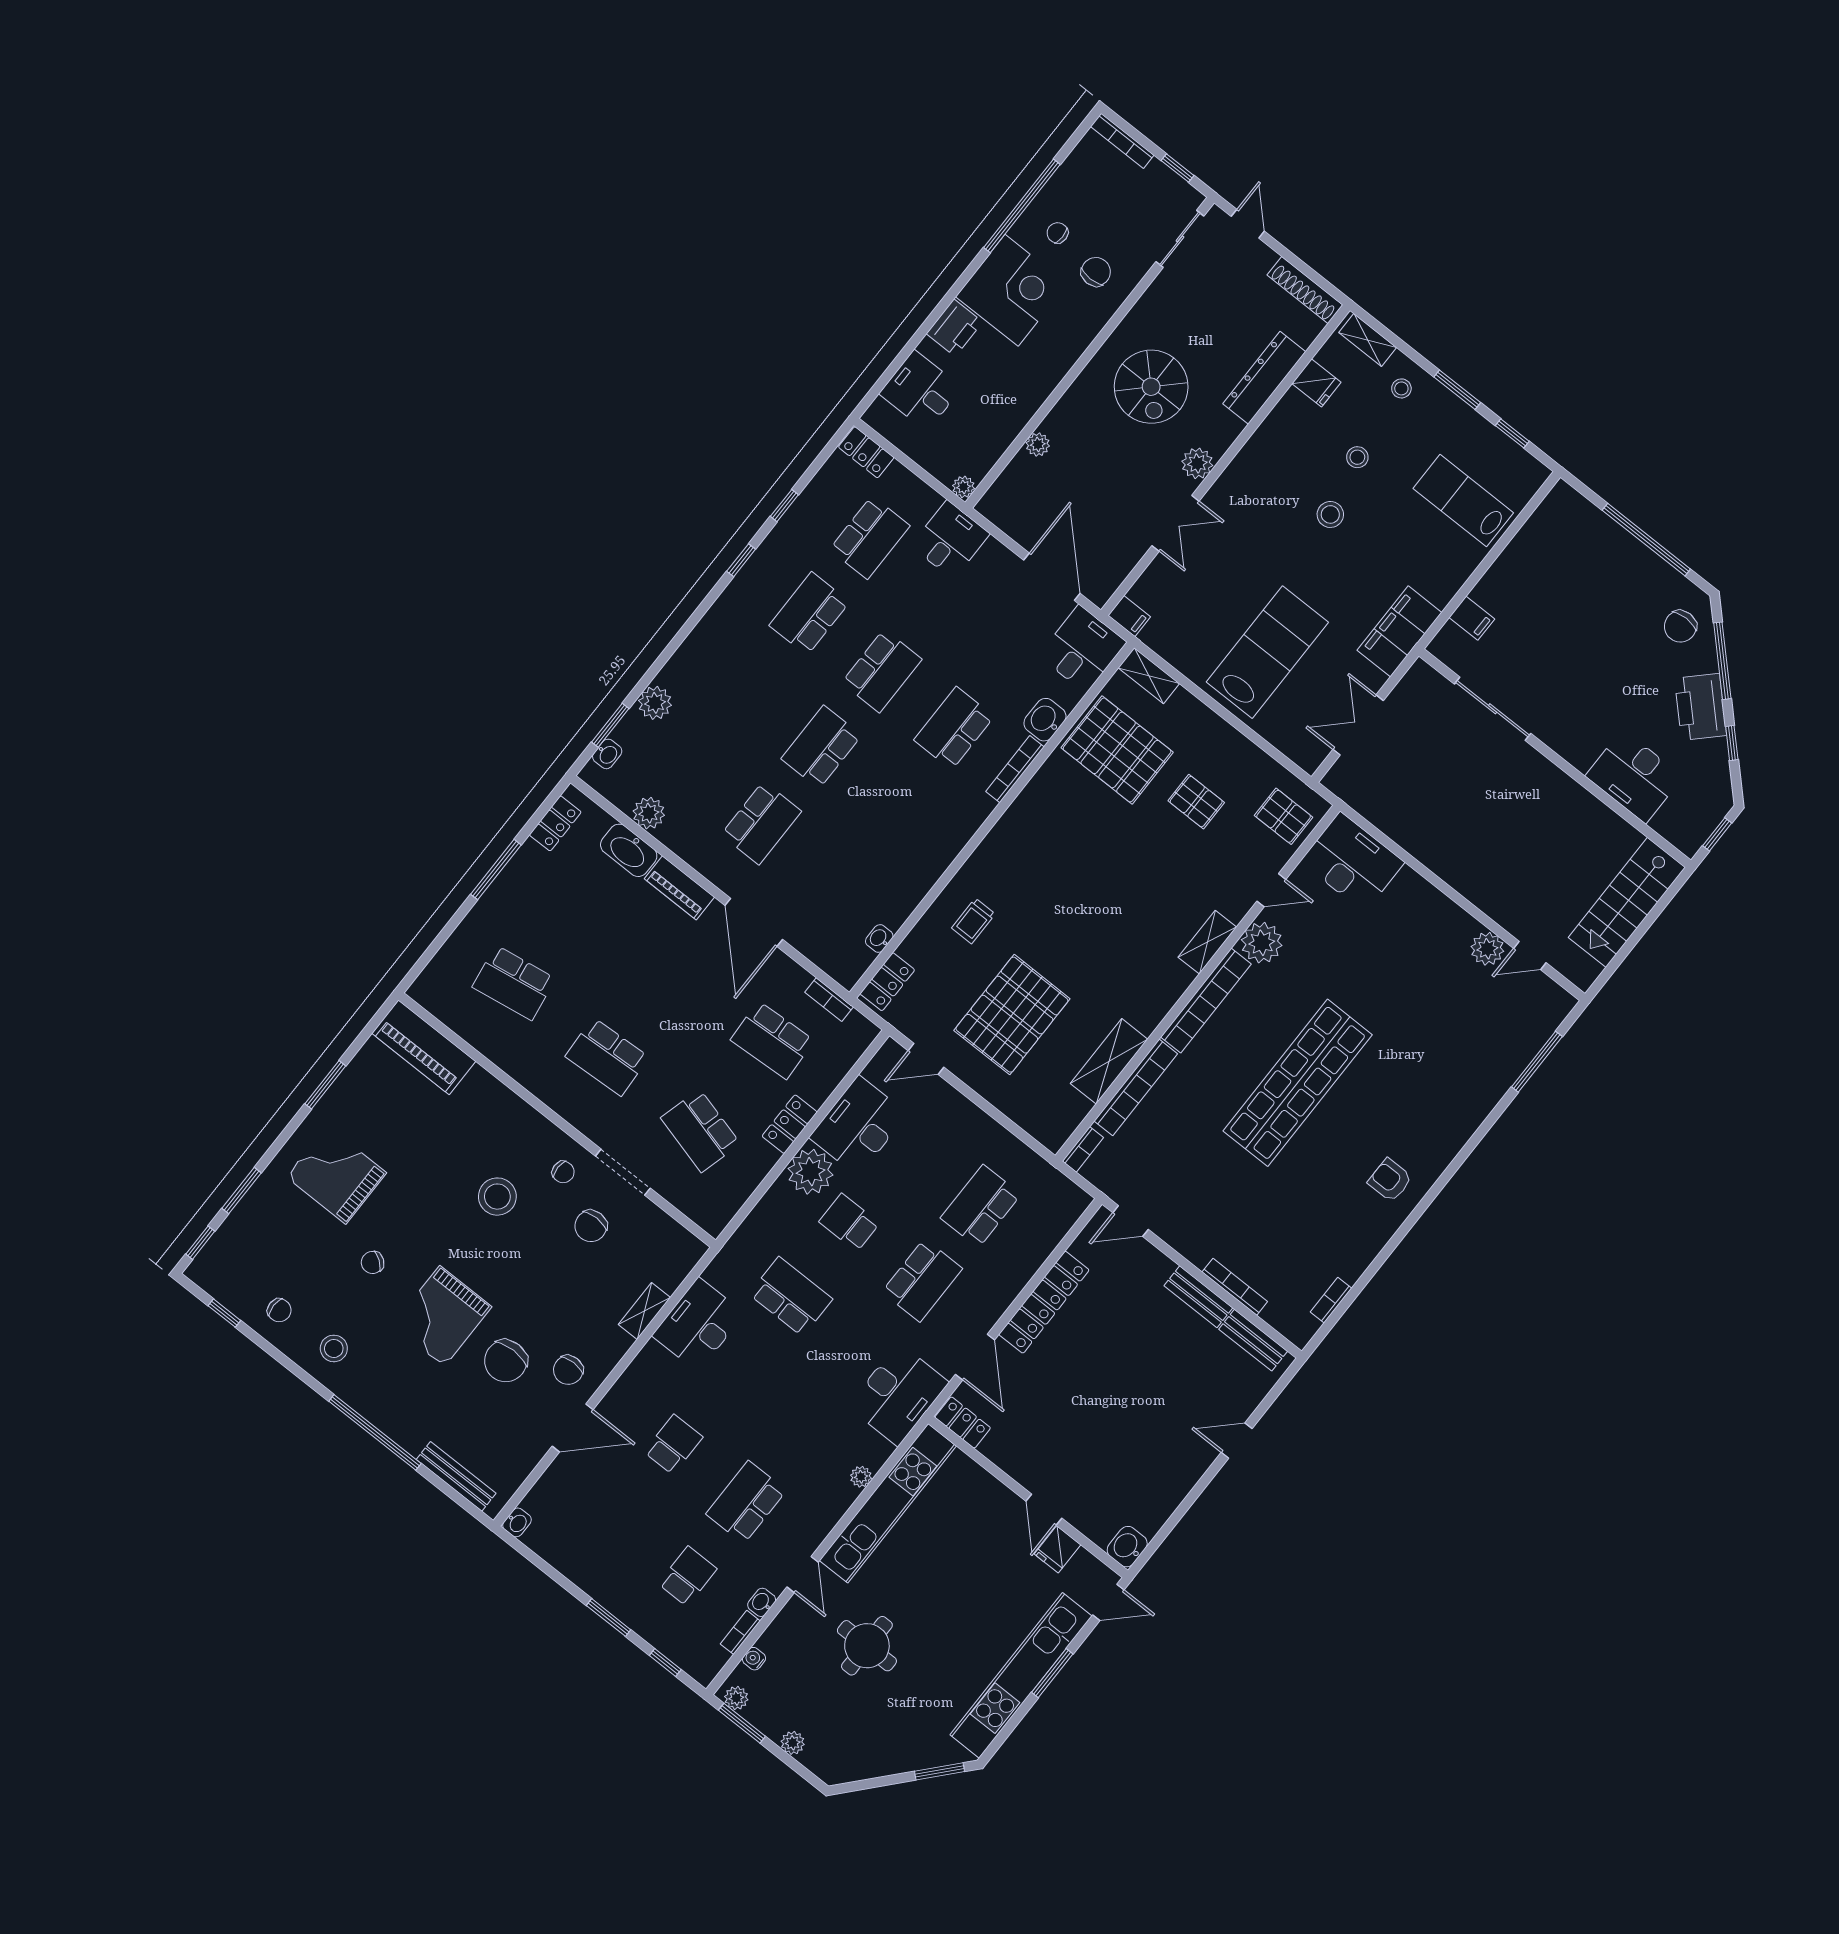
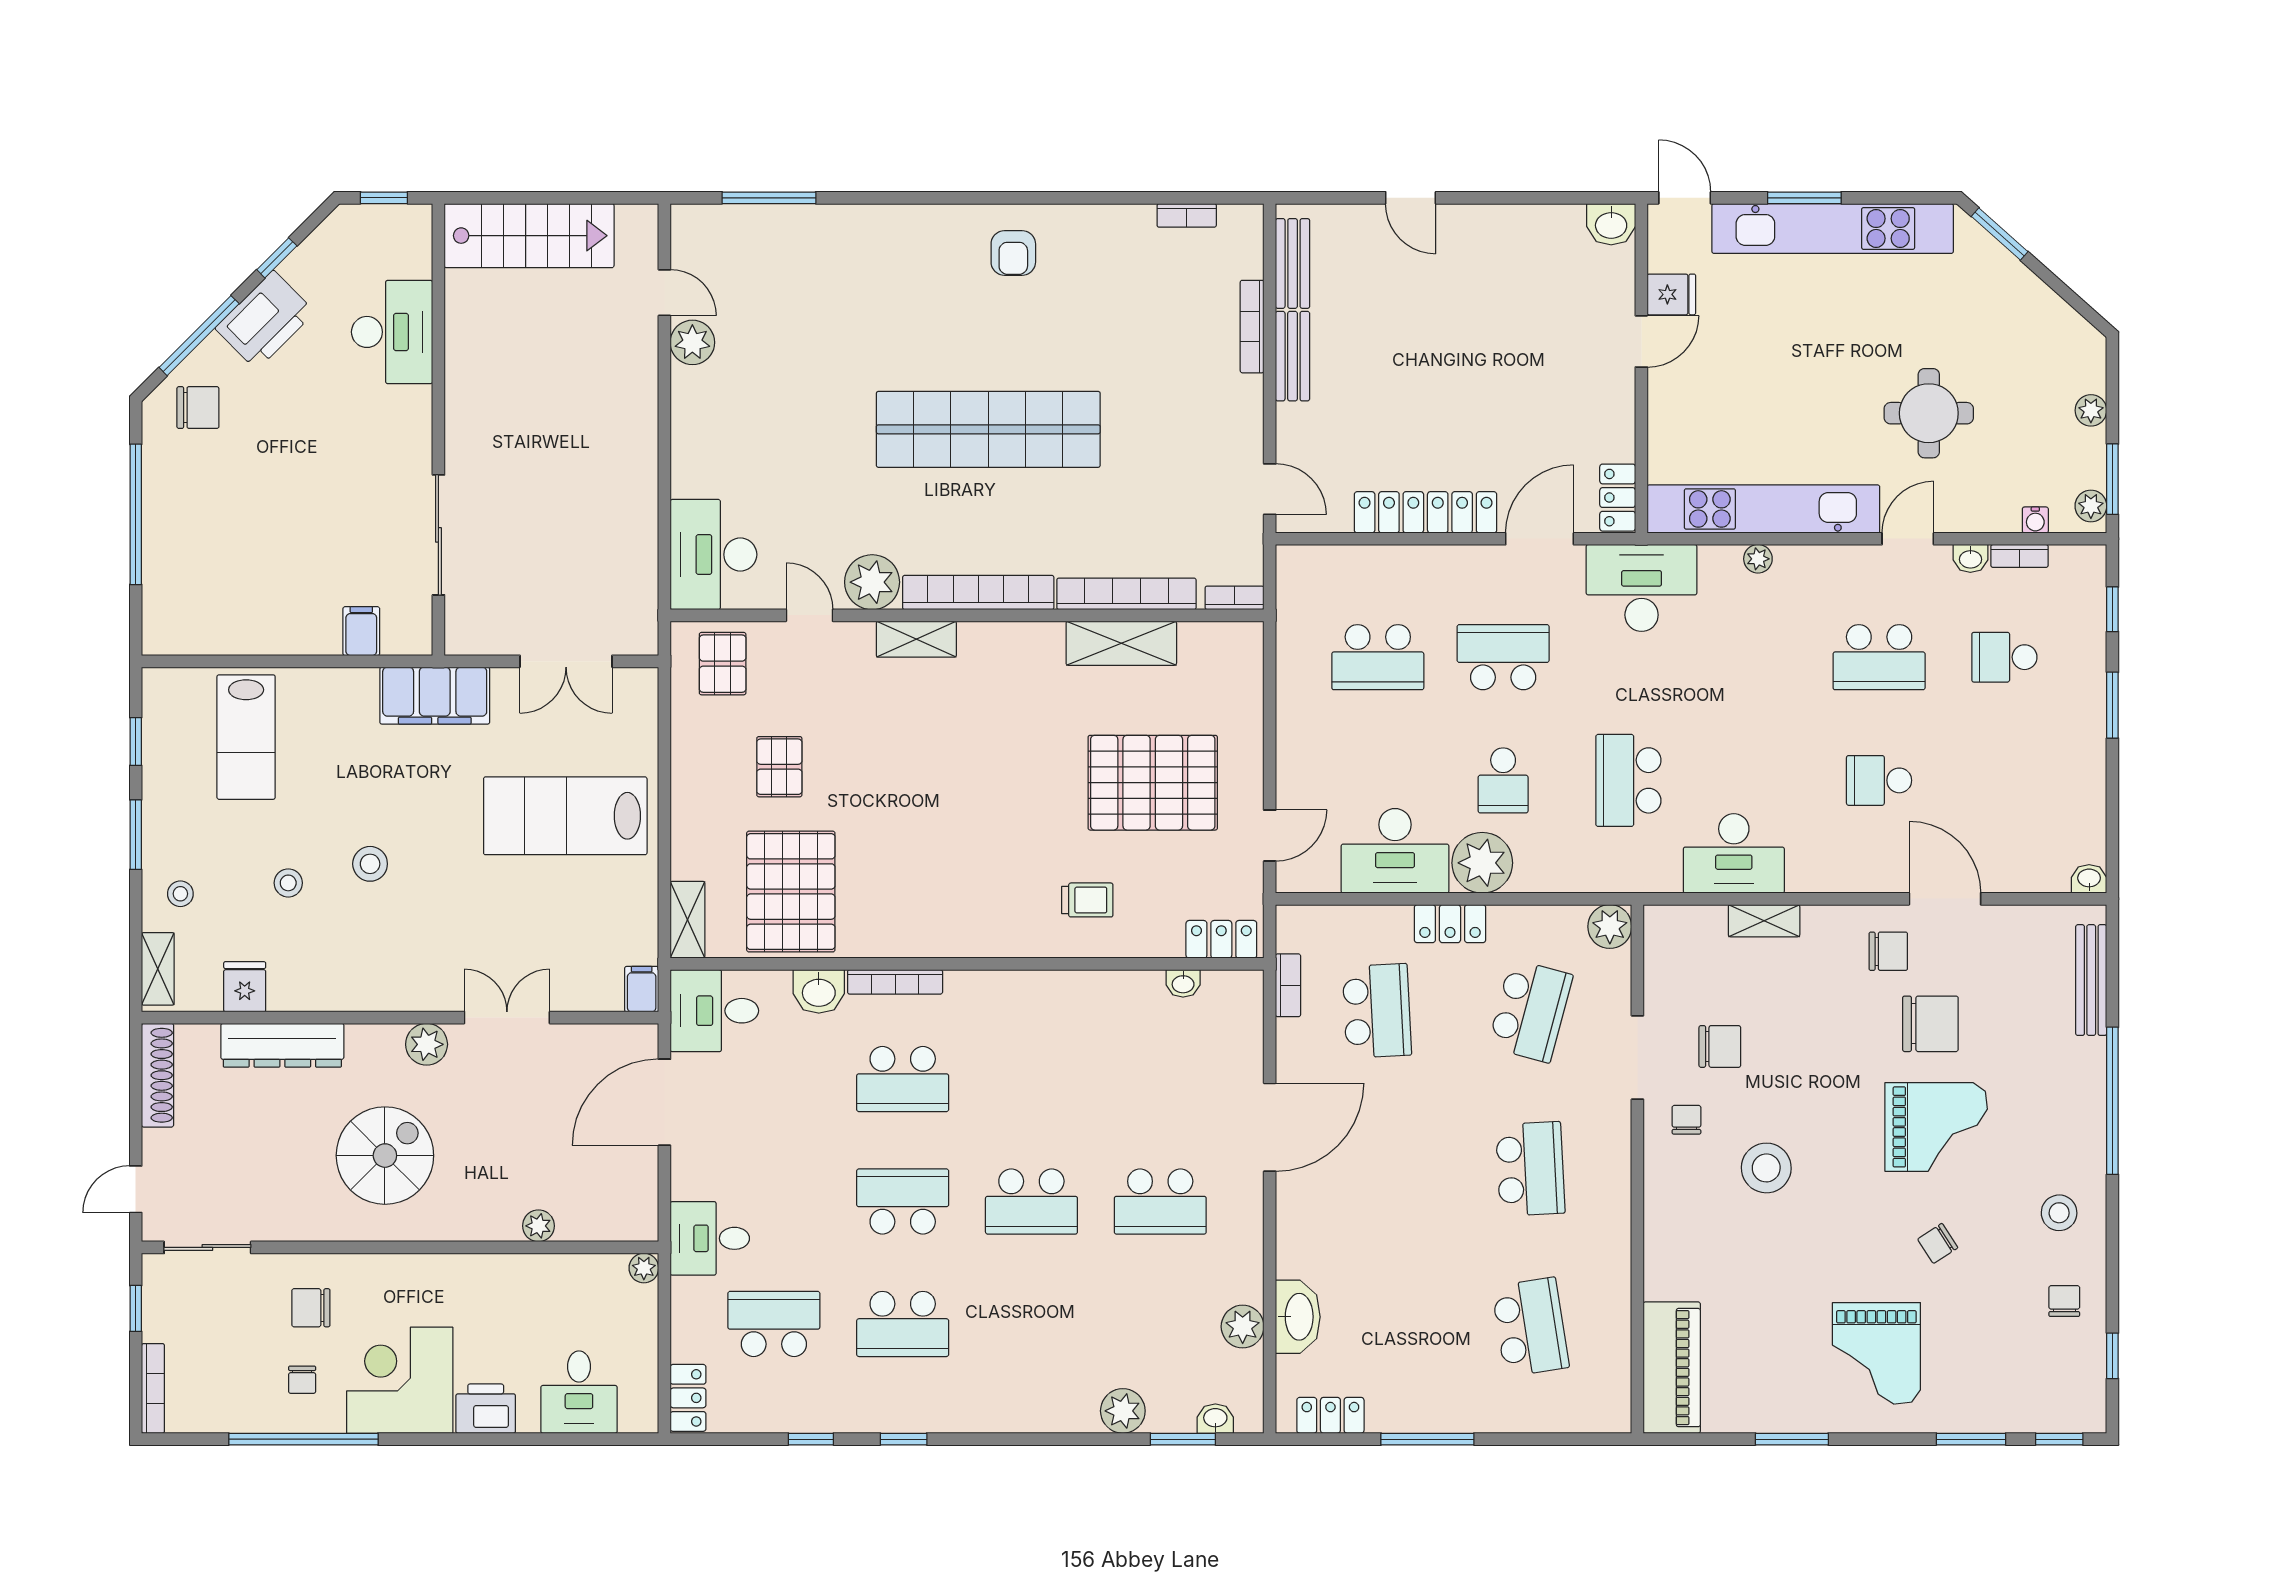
school desk: (761, 823) -> (1160, 1201), turned 180
piano: (679, 888) -> (1295, 1233), removed
door: (926, 1059) -> (1270, 836), hinge flipped
plant: (713, 1217) -> (1610, 927), added
chair: (373, 1262) -> (1938, 1243), turned 111

